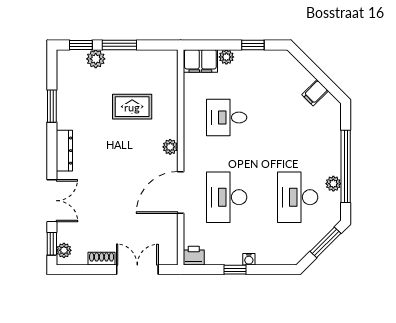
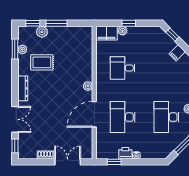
window: (253, 45) -> (129, 23), moved
window: (307, 63) -> (172, 35), added
window: (52, 106) -> (15, 49), moved
rug: (132, 107) -> (42, 62), moved
plant: (64, 250) -> (22, 49), moved
printer: (194, 256) -> (125, 153), moved
window: (235, 270) -> (114, 162), moved

